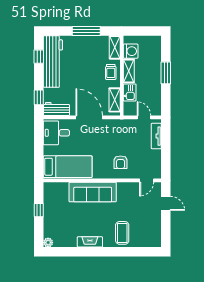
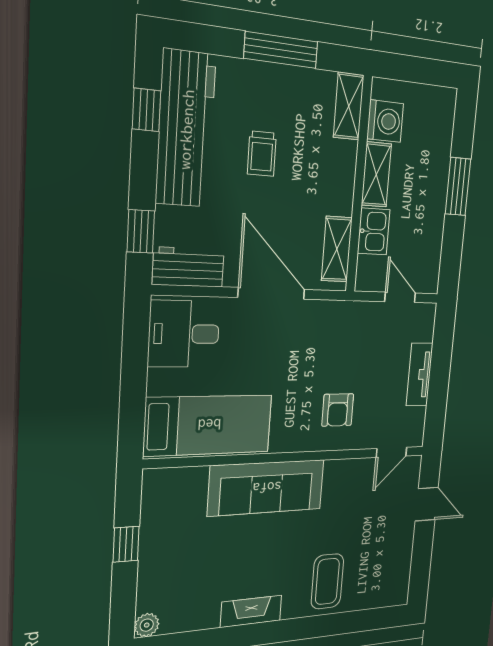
trolley: (111, 72) -> (262, 154), moved
tv unit: (156, 136) -> (419, 374), moved

